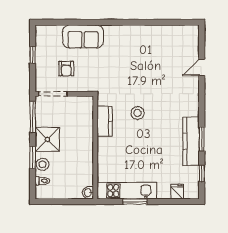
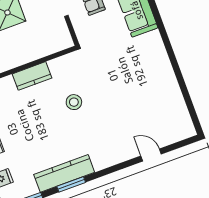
kitchen counter: (105, 121) -> (32, 76), moved

